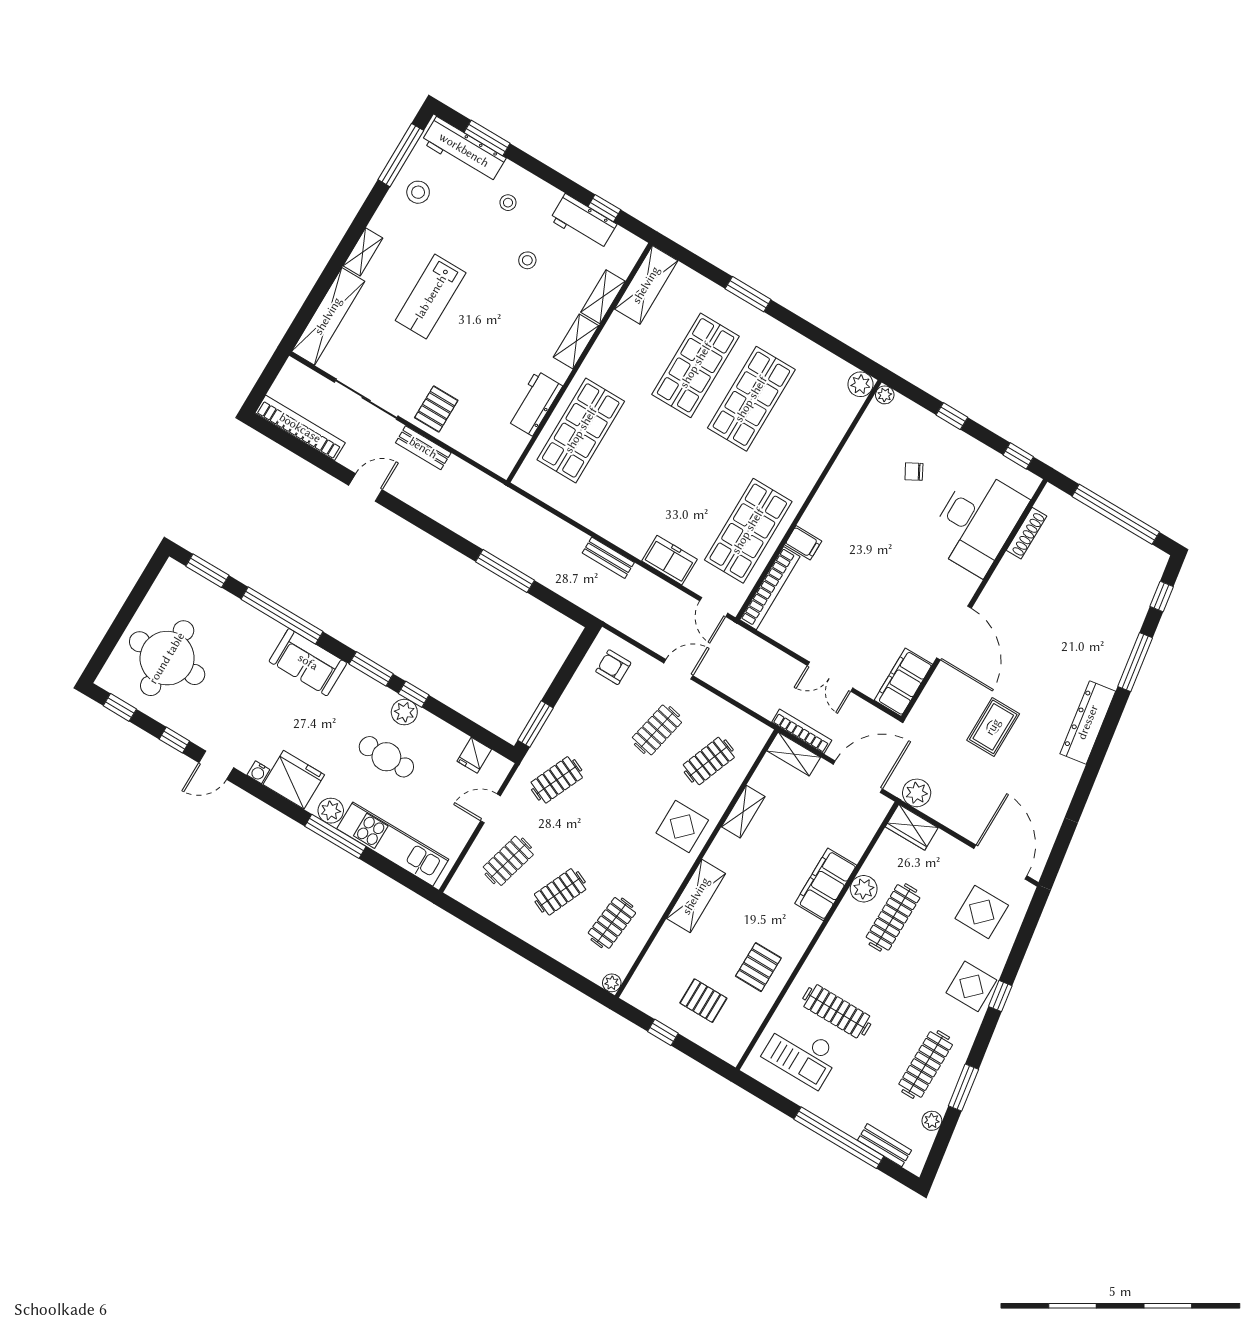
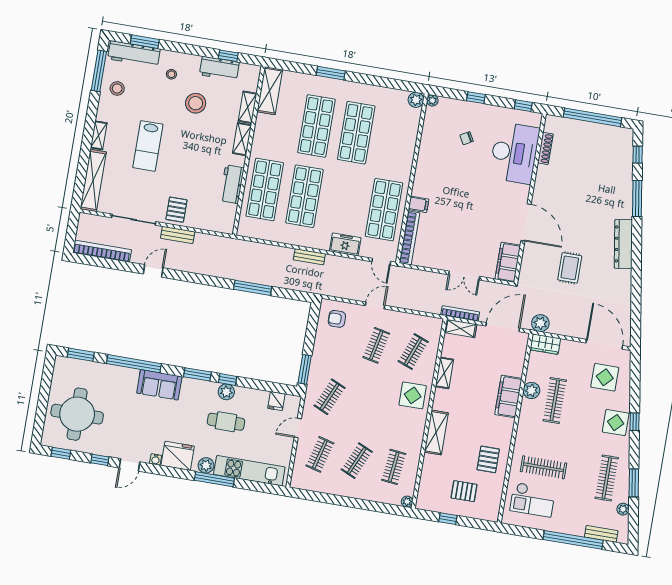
stool: (527, 260) -> (196, 103), width x1.89, depth x1.89
shop shelf: (637, 464) -> (305, 196), added

